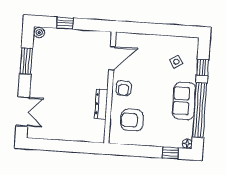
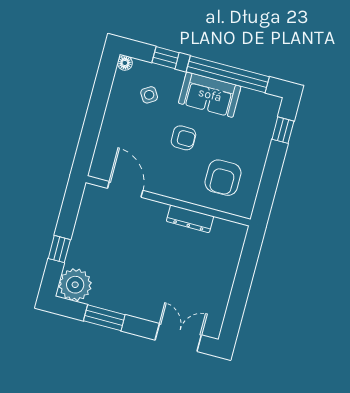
plant: (39, 33) -> (75, 285), width x1.87, depth x1.87
armchair: (124, 88) -> (183, 138), moved
floor lamp: (187, 144) -> (125, 63), moved

